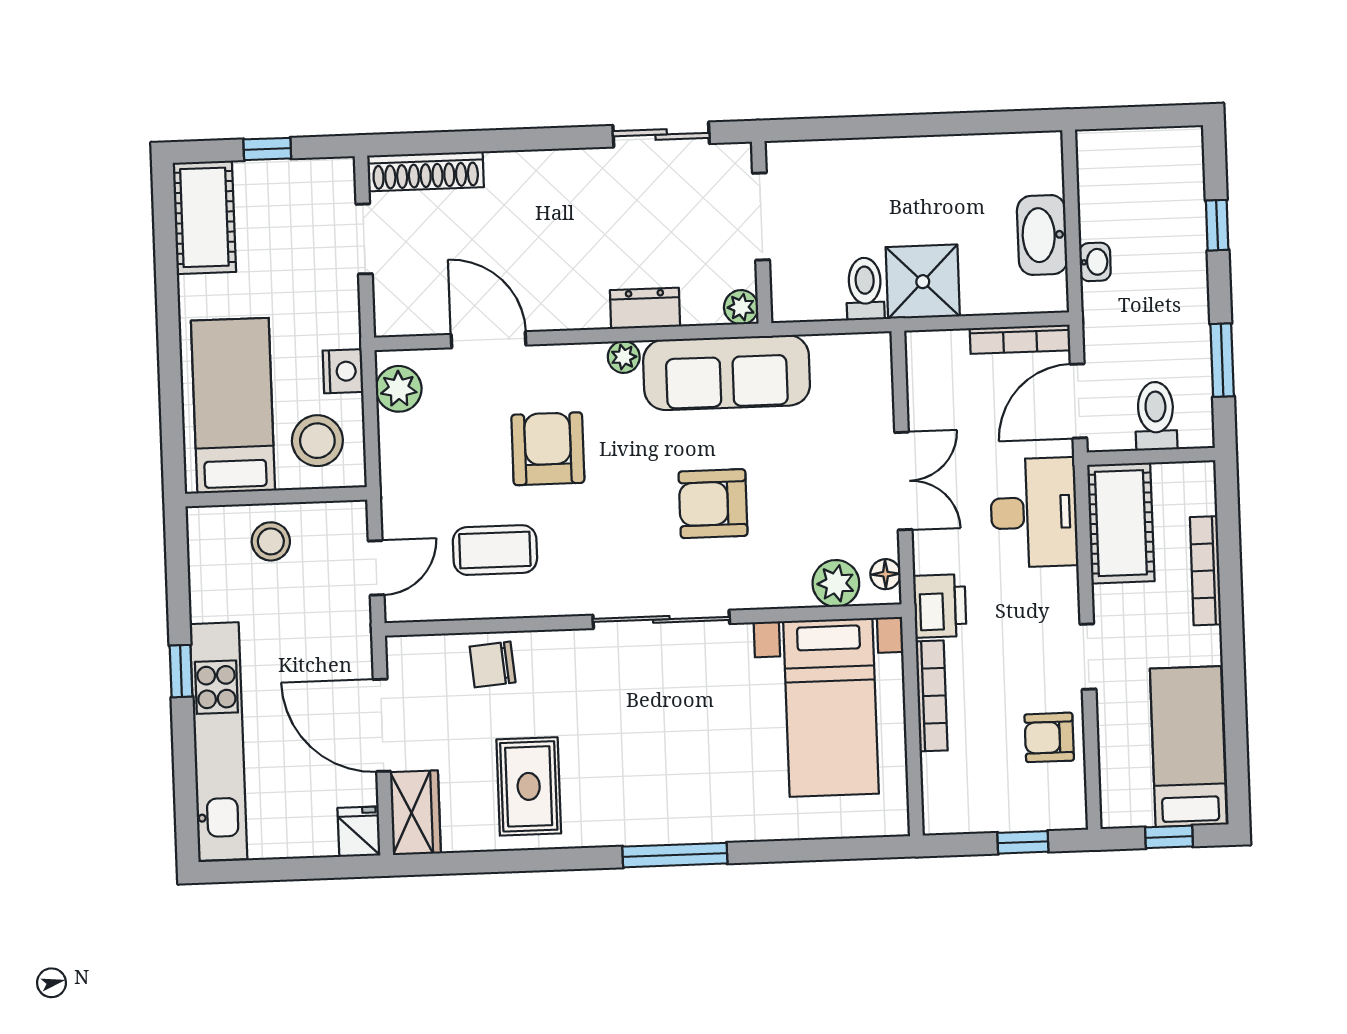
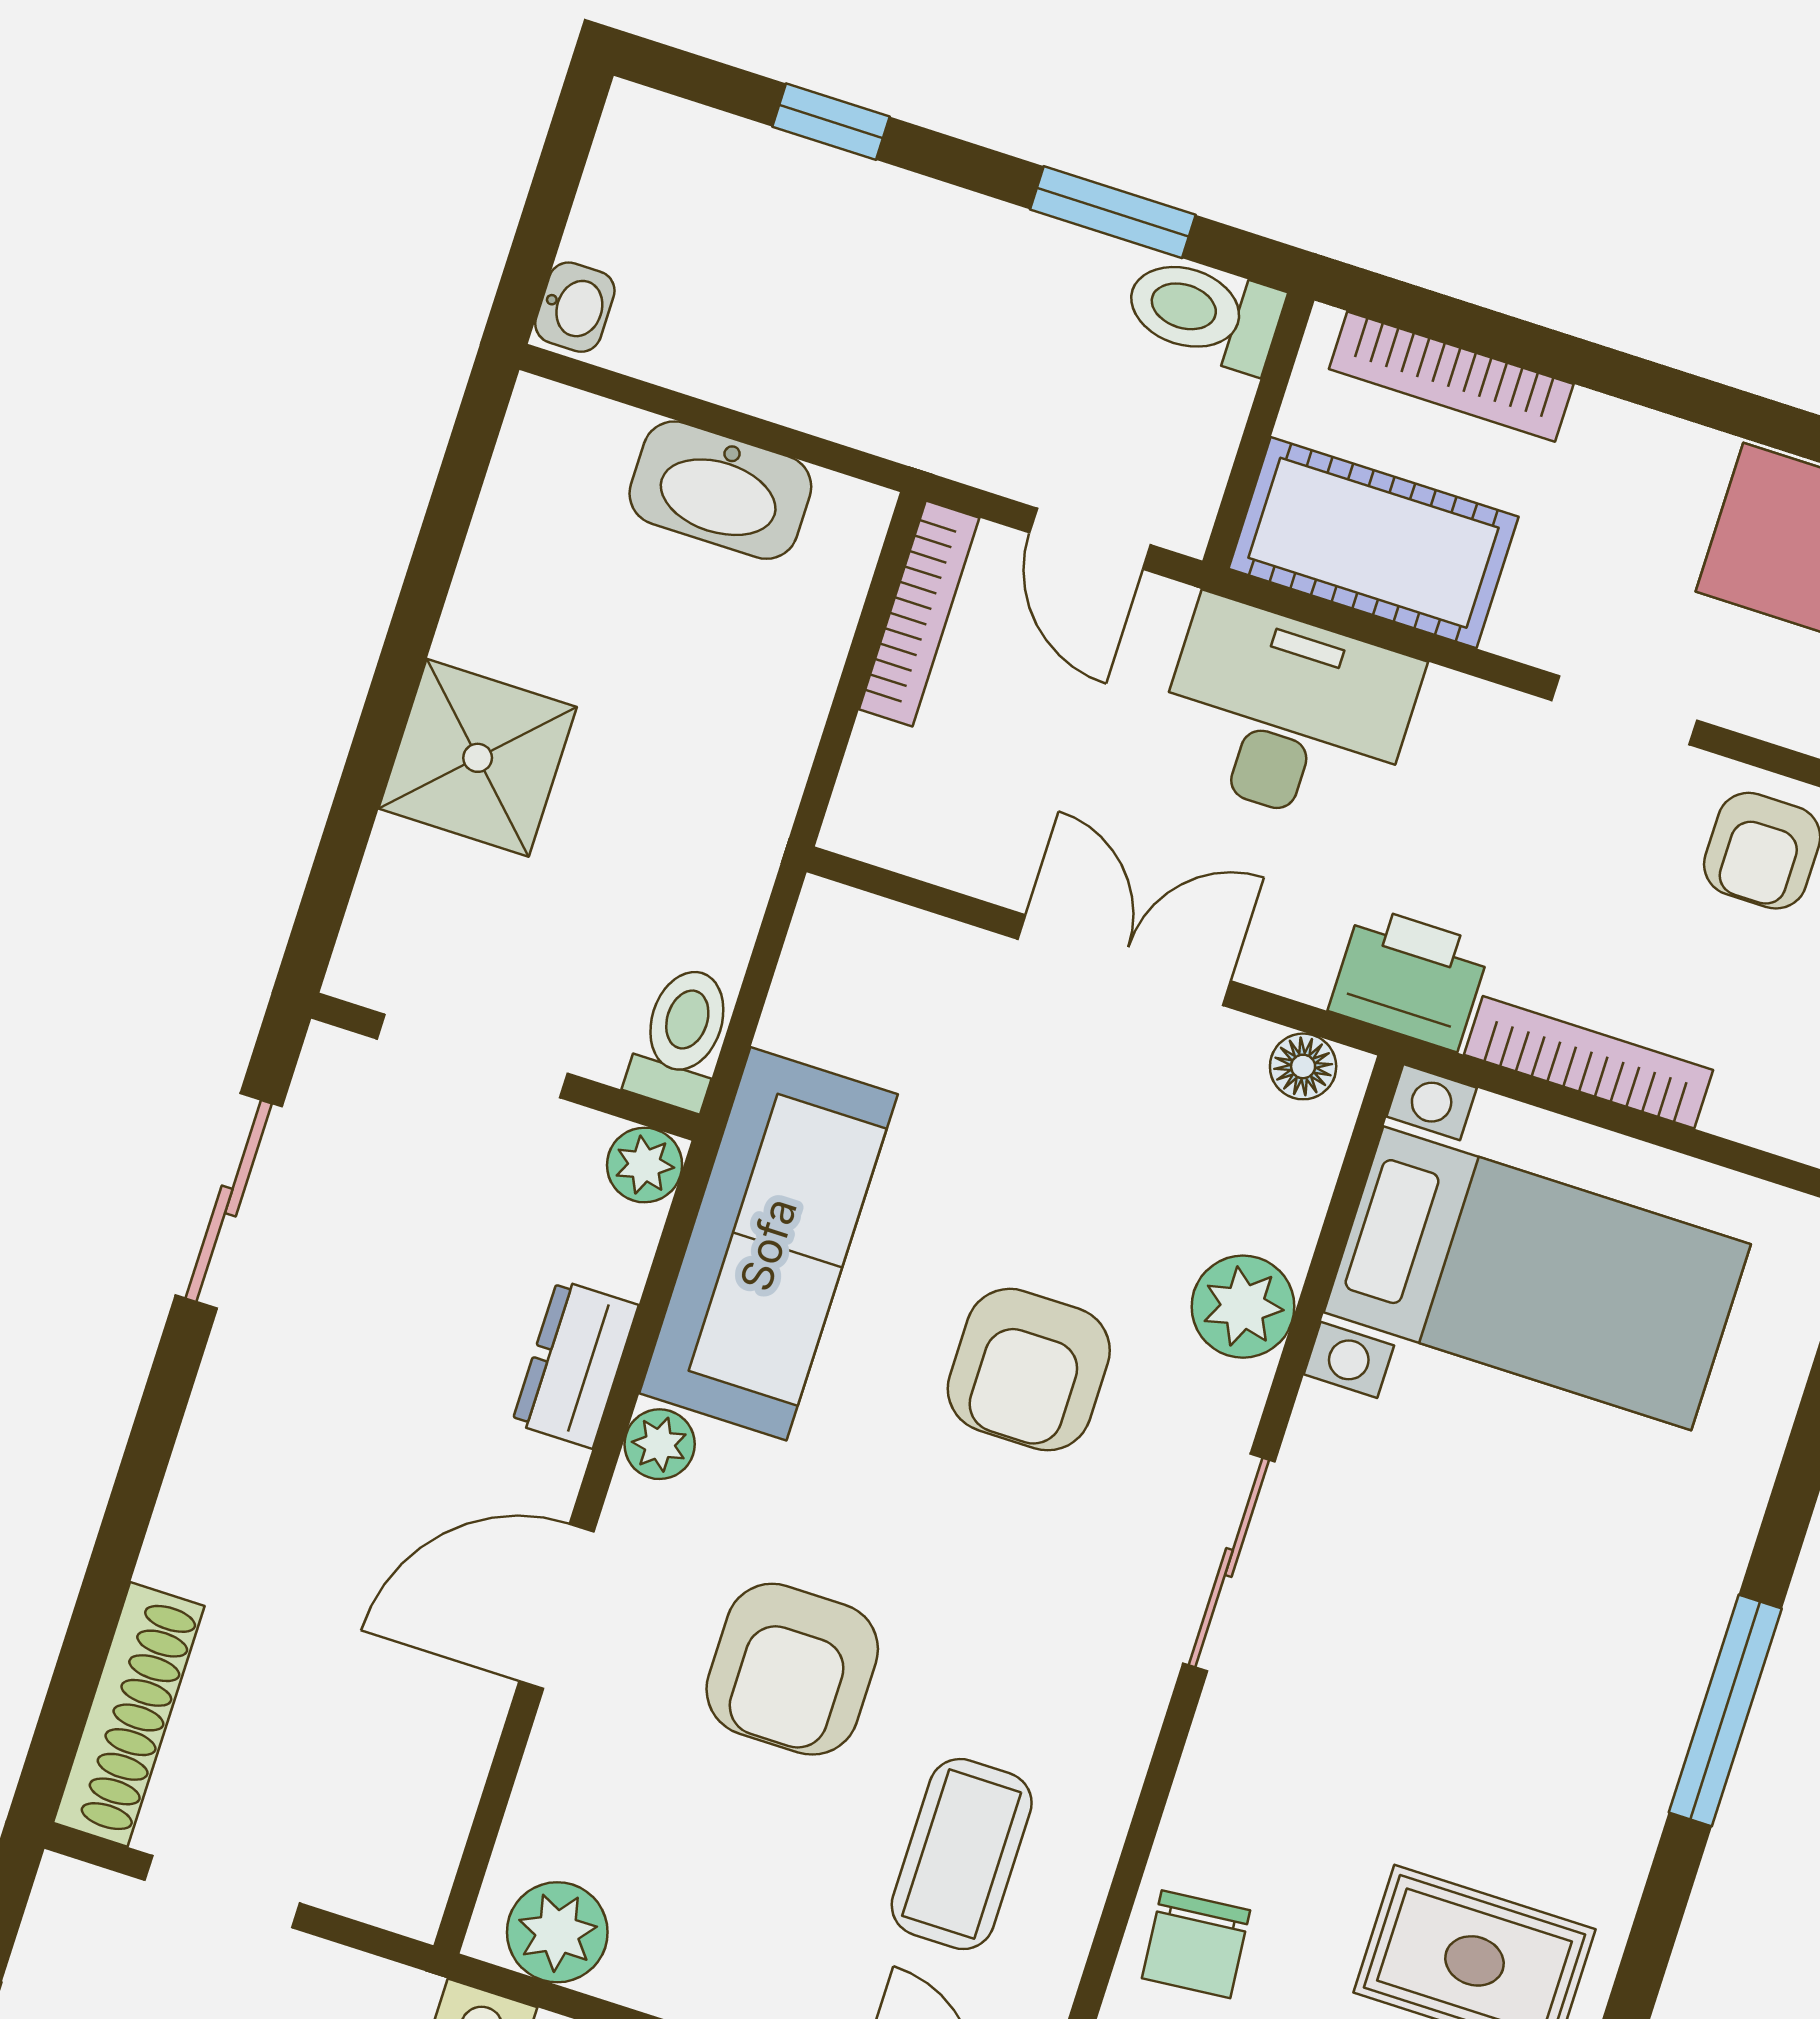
washbasin: (1095, 262) -> (575, 307), moved, turned 90
shower: (923, 282) -> (478, 758), moved
toilet: (865, 289) -> (681, 1038), moved, turned 90
door: (489, 340) -> (556, 1606), moved
door: (1079, 401) -> (1090, 539), width x0.73
toilet: (1156, 416) -> (1204, 313), moved
armchair: (548, 449) -> (792, 1669), turned -90
bookcase: (1206, 571) -> (1451, 377), moved
plant: (836, 583) -> (1243, 1307), moved
sliding door: (661, 619) -> (1229, 1563), width x0.73

